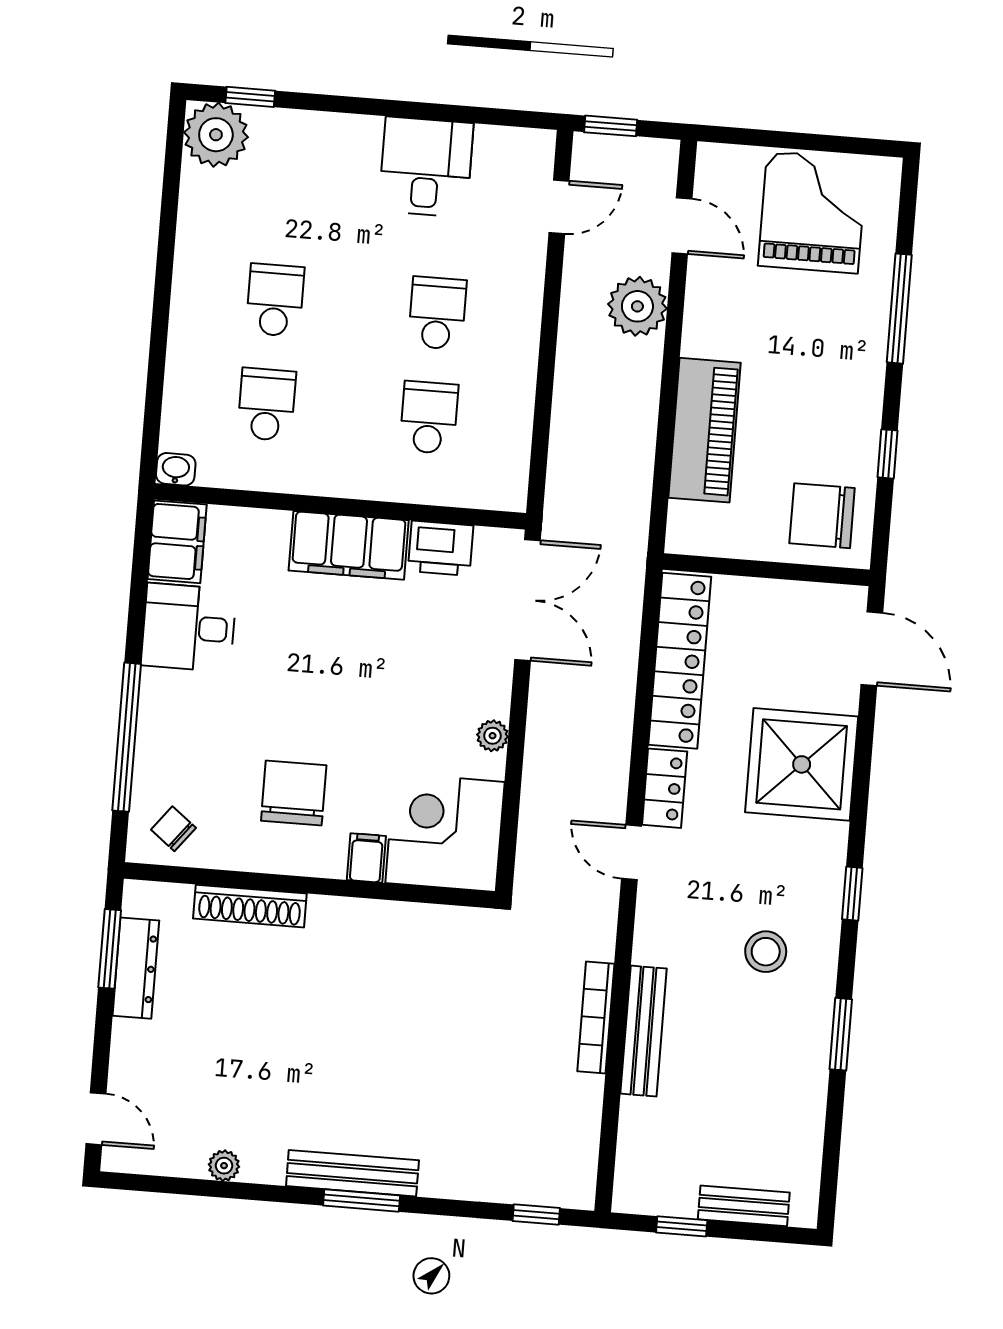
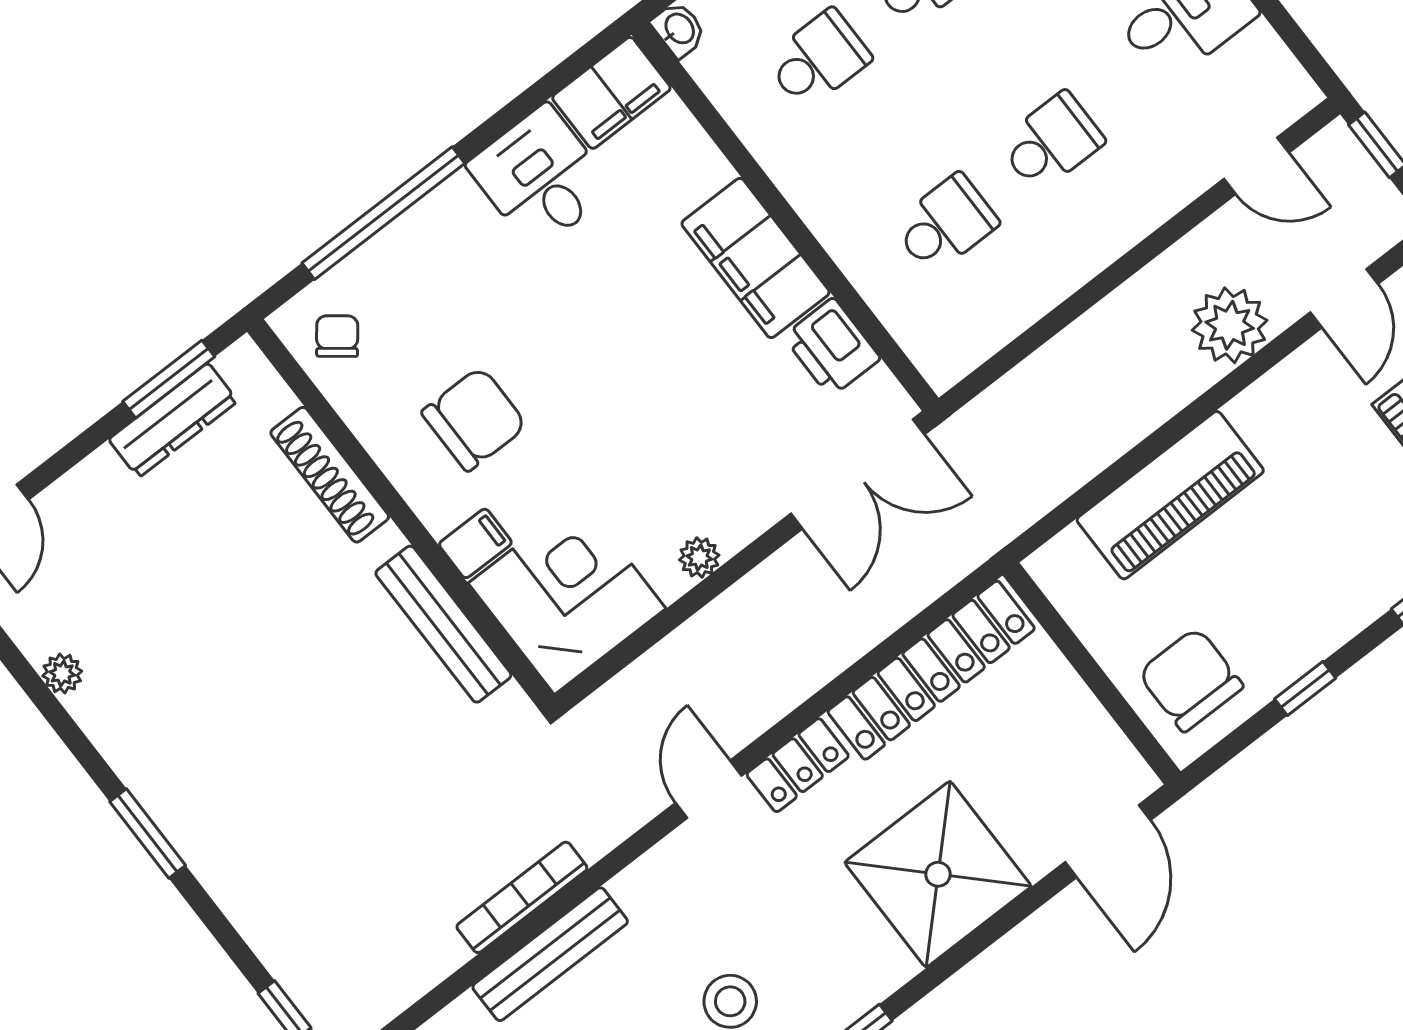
bench: (352, 1173) -> (443, 624), moved

